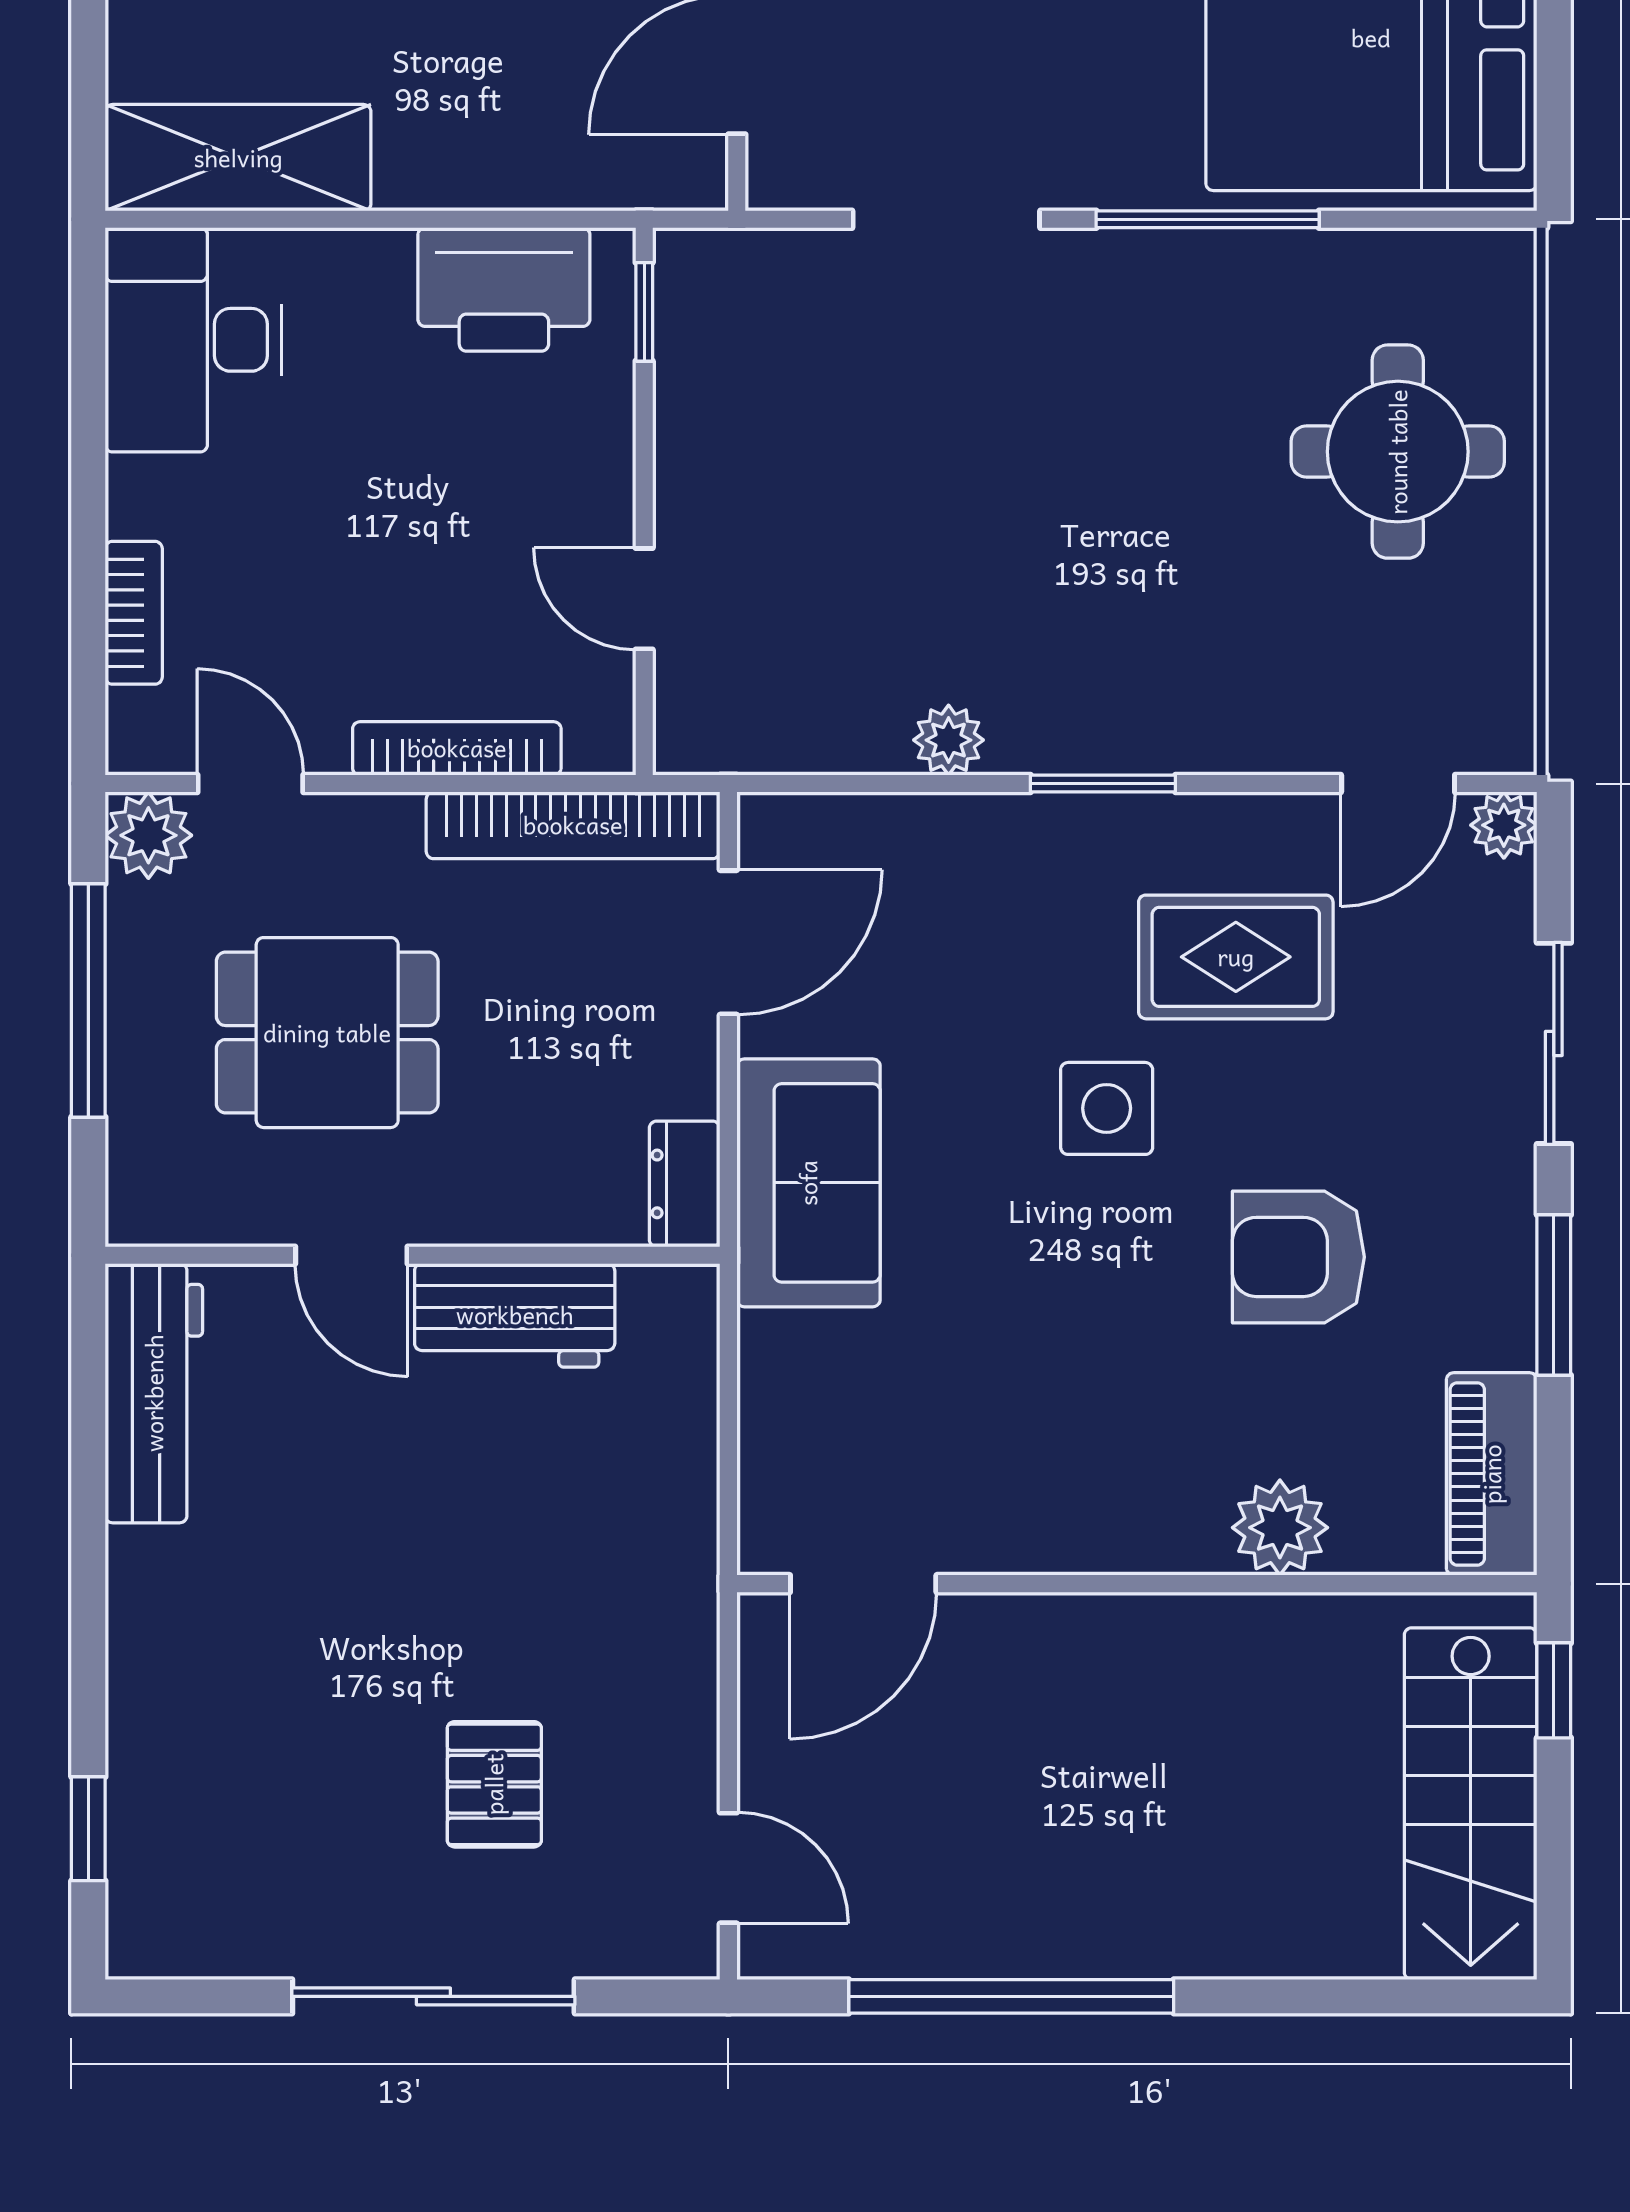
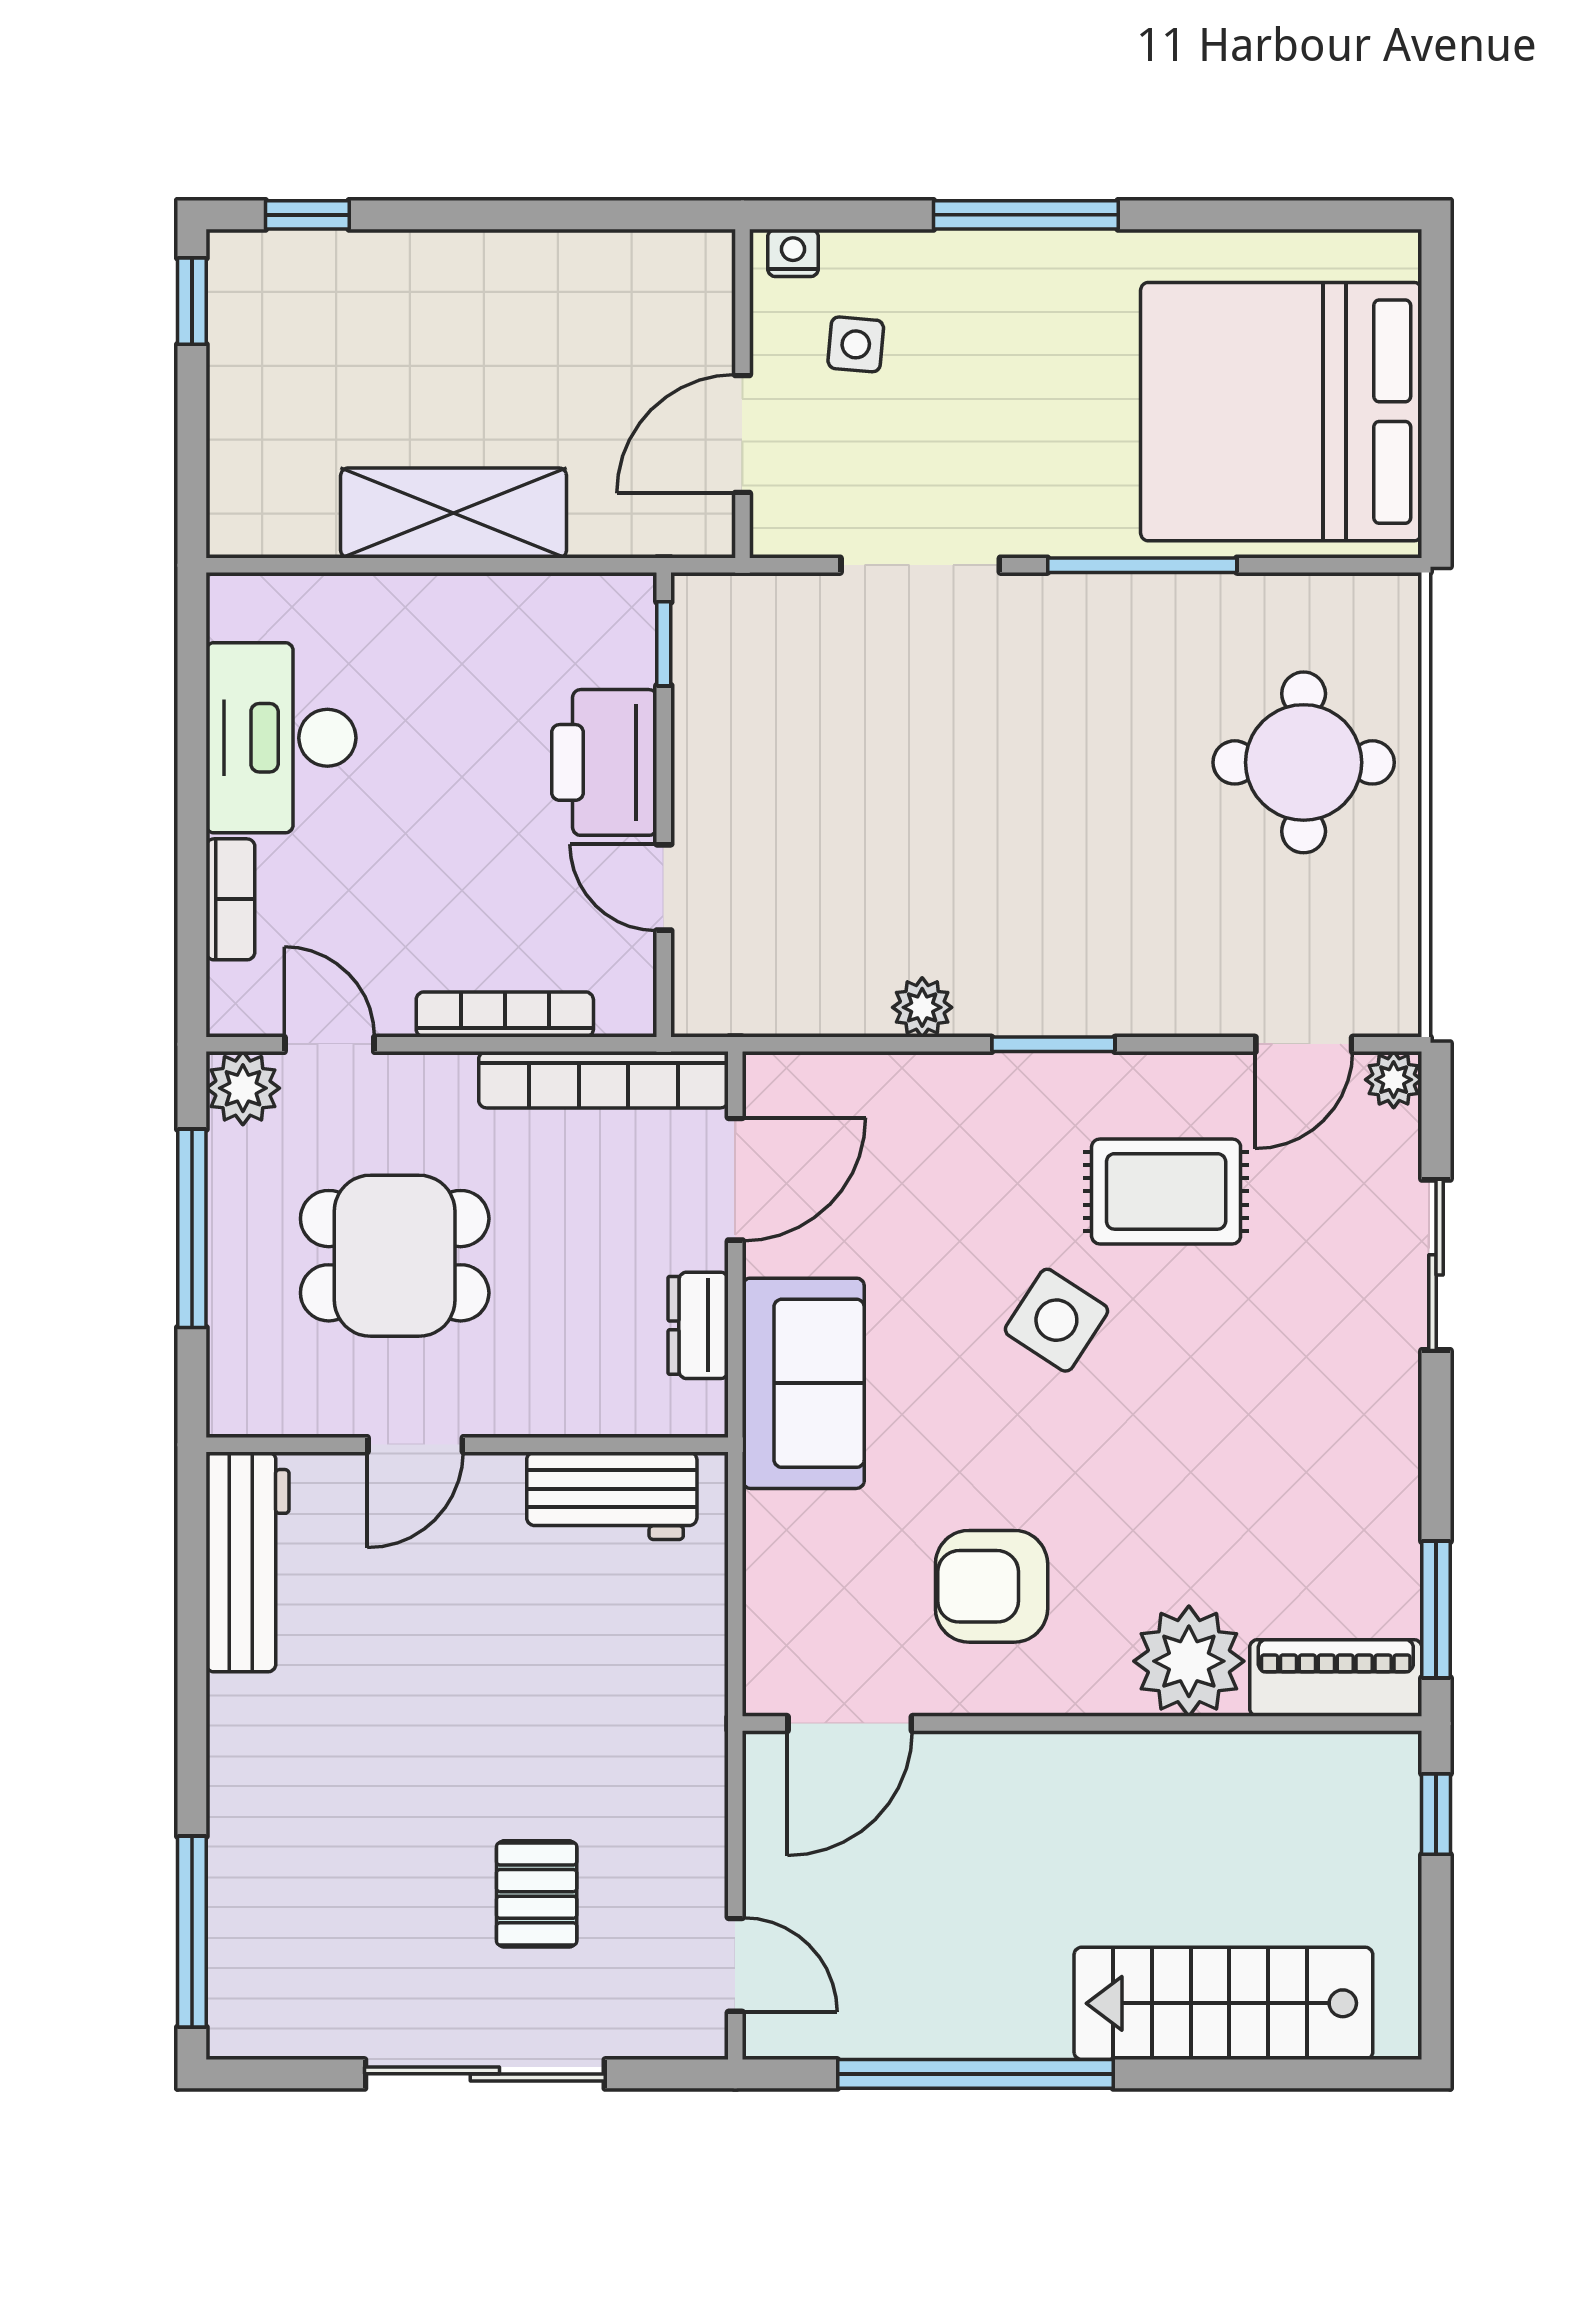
shelving: (238, 158) -> (454, 513), moved
printer: (504, 289) -> (604, 762), moved, turned 90
desk: (193, 340) -> (281, 738), moved
side table: (1107, 1108) -> (1056, 1320), turned 33
dresser: (685, 1184) -> (698, 1325), moved
door: (351, 1255) -> (415, 1445), hinge flipped
armchair: (1298, 1257) -> (992, 1586), moved
window: (1554, 1295) -> (1436, 1610), moved
workbench: (515, 1315) -> (612, 1496), moved
piano: (1492, 1474) -> (1336, 1678), moved, turned 90
plant: (1280, 1528) -> (1189, 1661), width x1.36, depth x1.36
stairs: (1471, 1804) -> (1223, 2003), moved, turned 90
window: (88, 1829) -> (192, 1932), width x2.17

